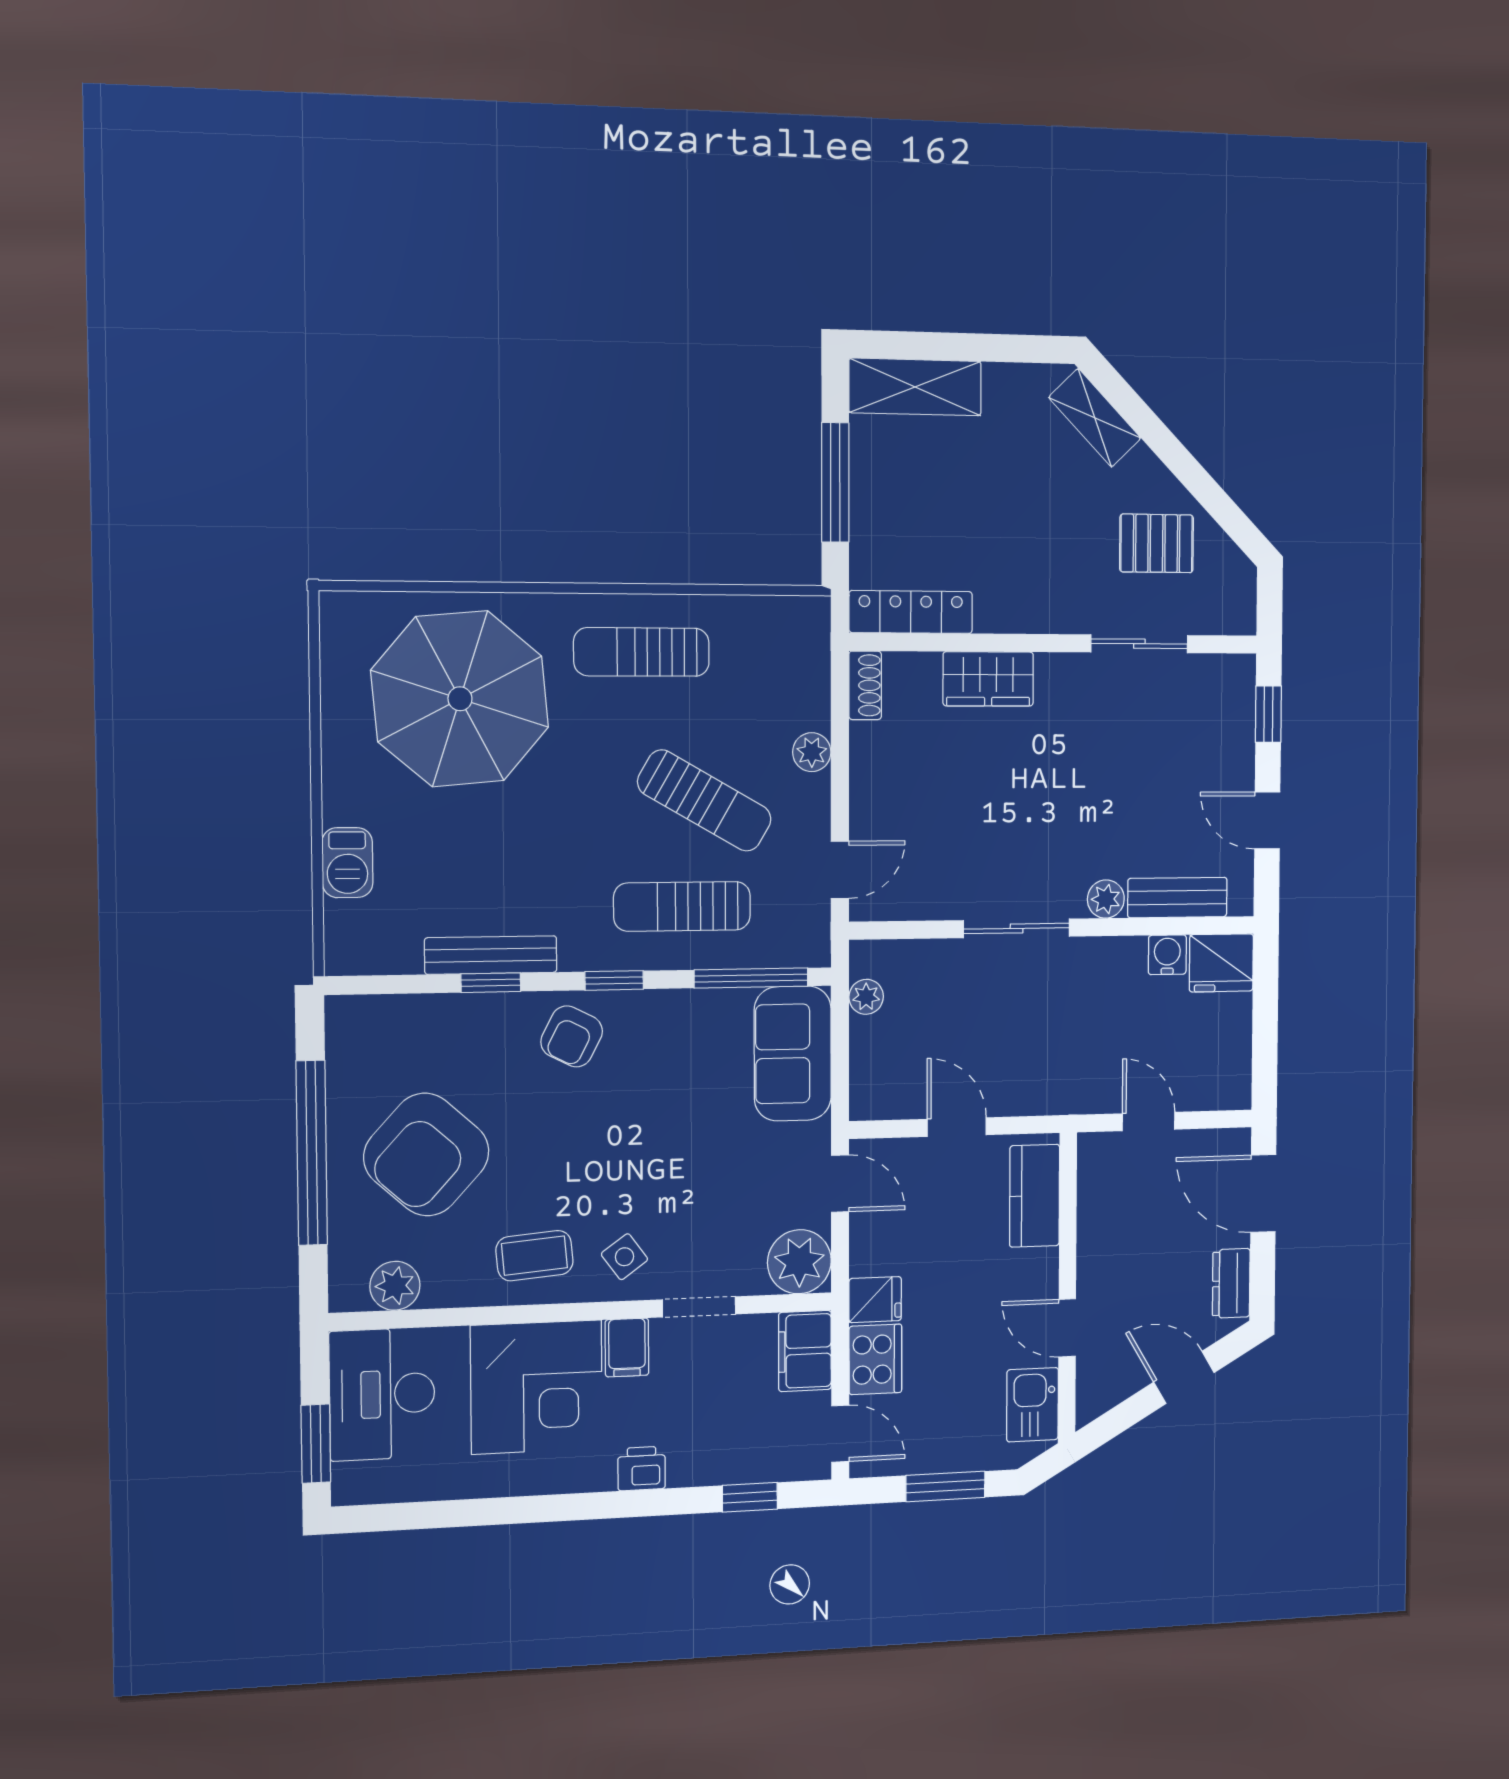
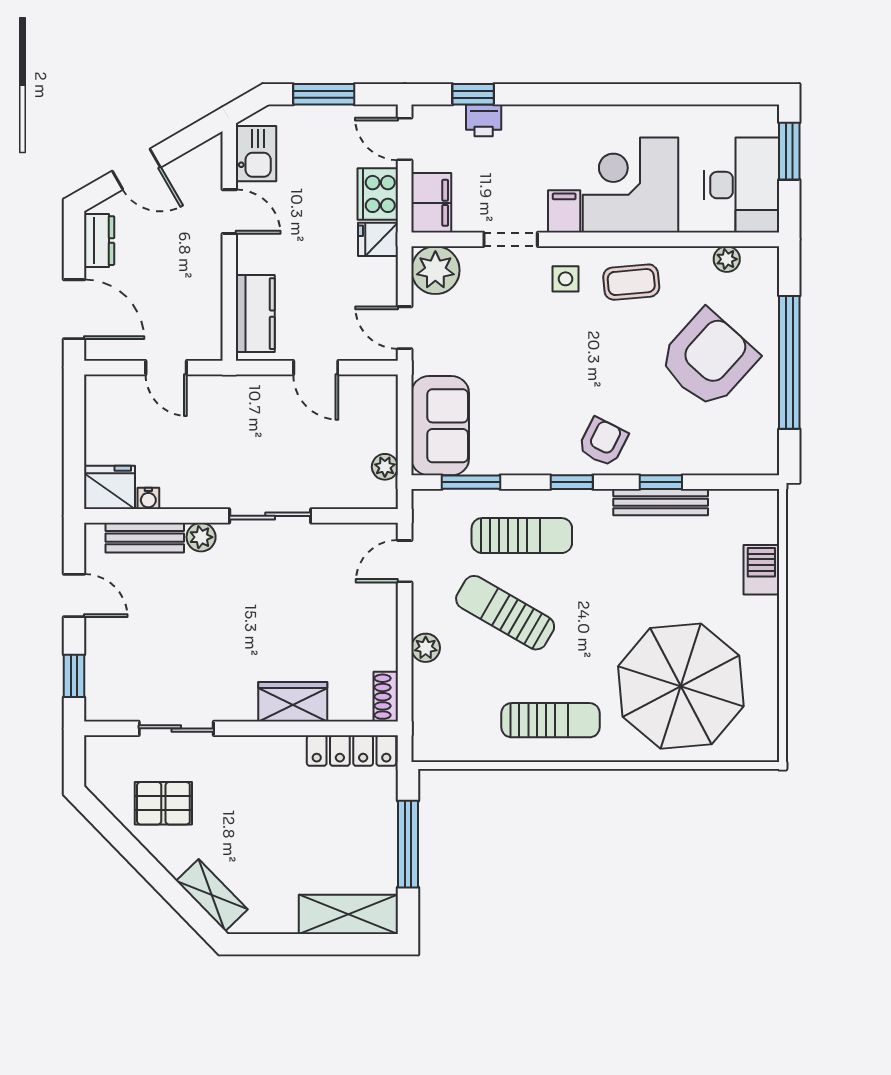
water cooler: (1167, 955) -> (148, 498), width x0.72, depth x0.72
window: (751, 978) -> (471, 482), width x0.69
side table: (625, 1257) -> (565, 279), turned 36
plant: (395, 1286) -> (727, 259), width x0.73, depth x0.73
printer: (642, 1469) -> (484, 120), moved

